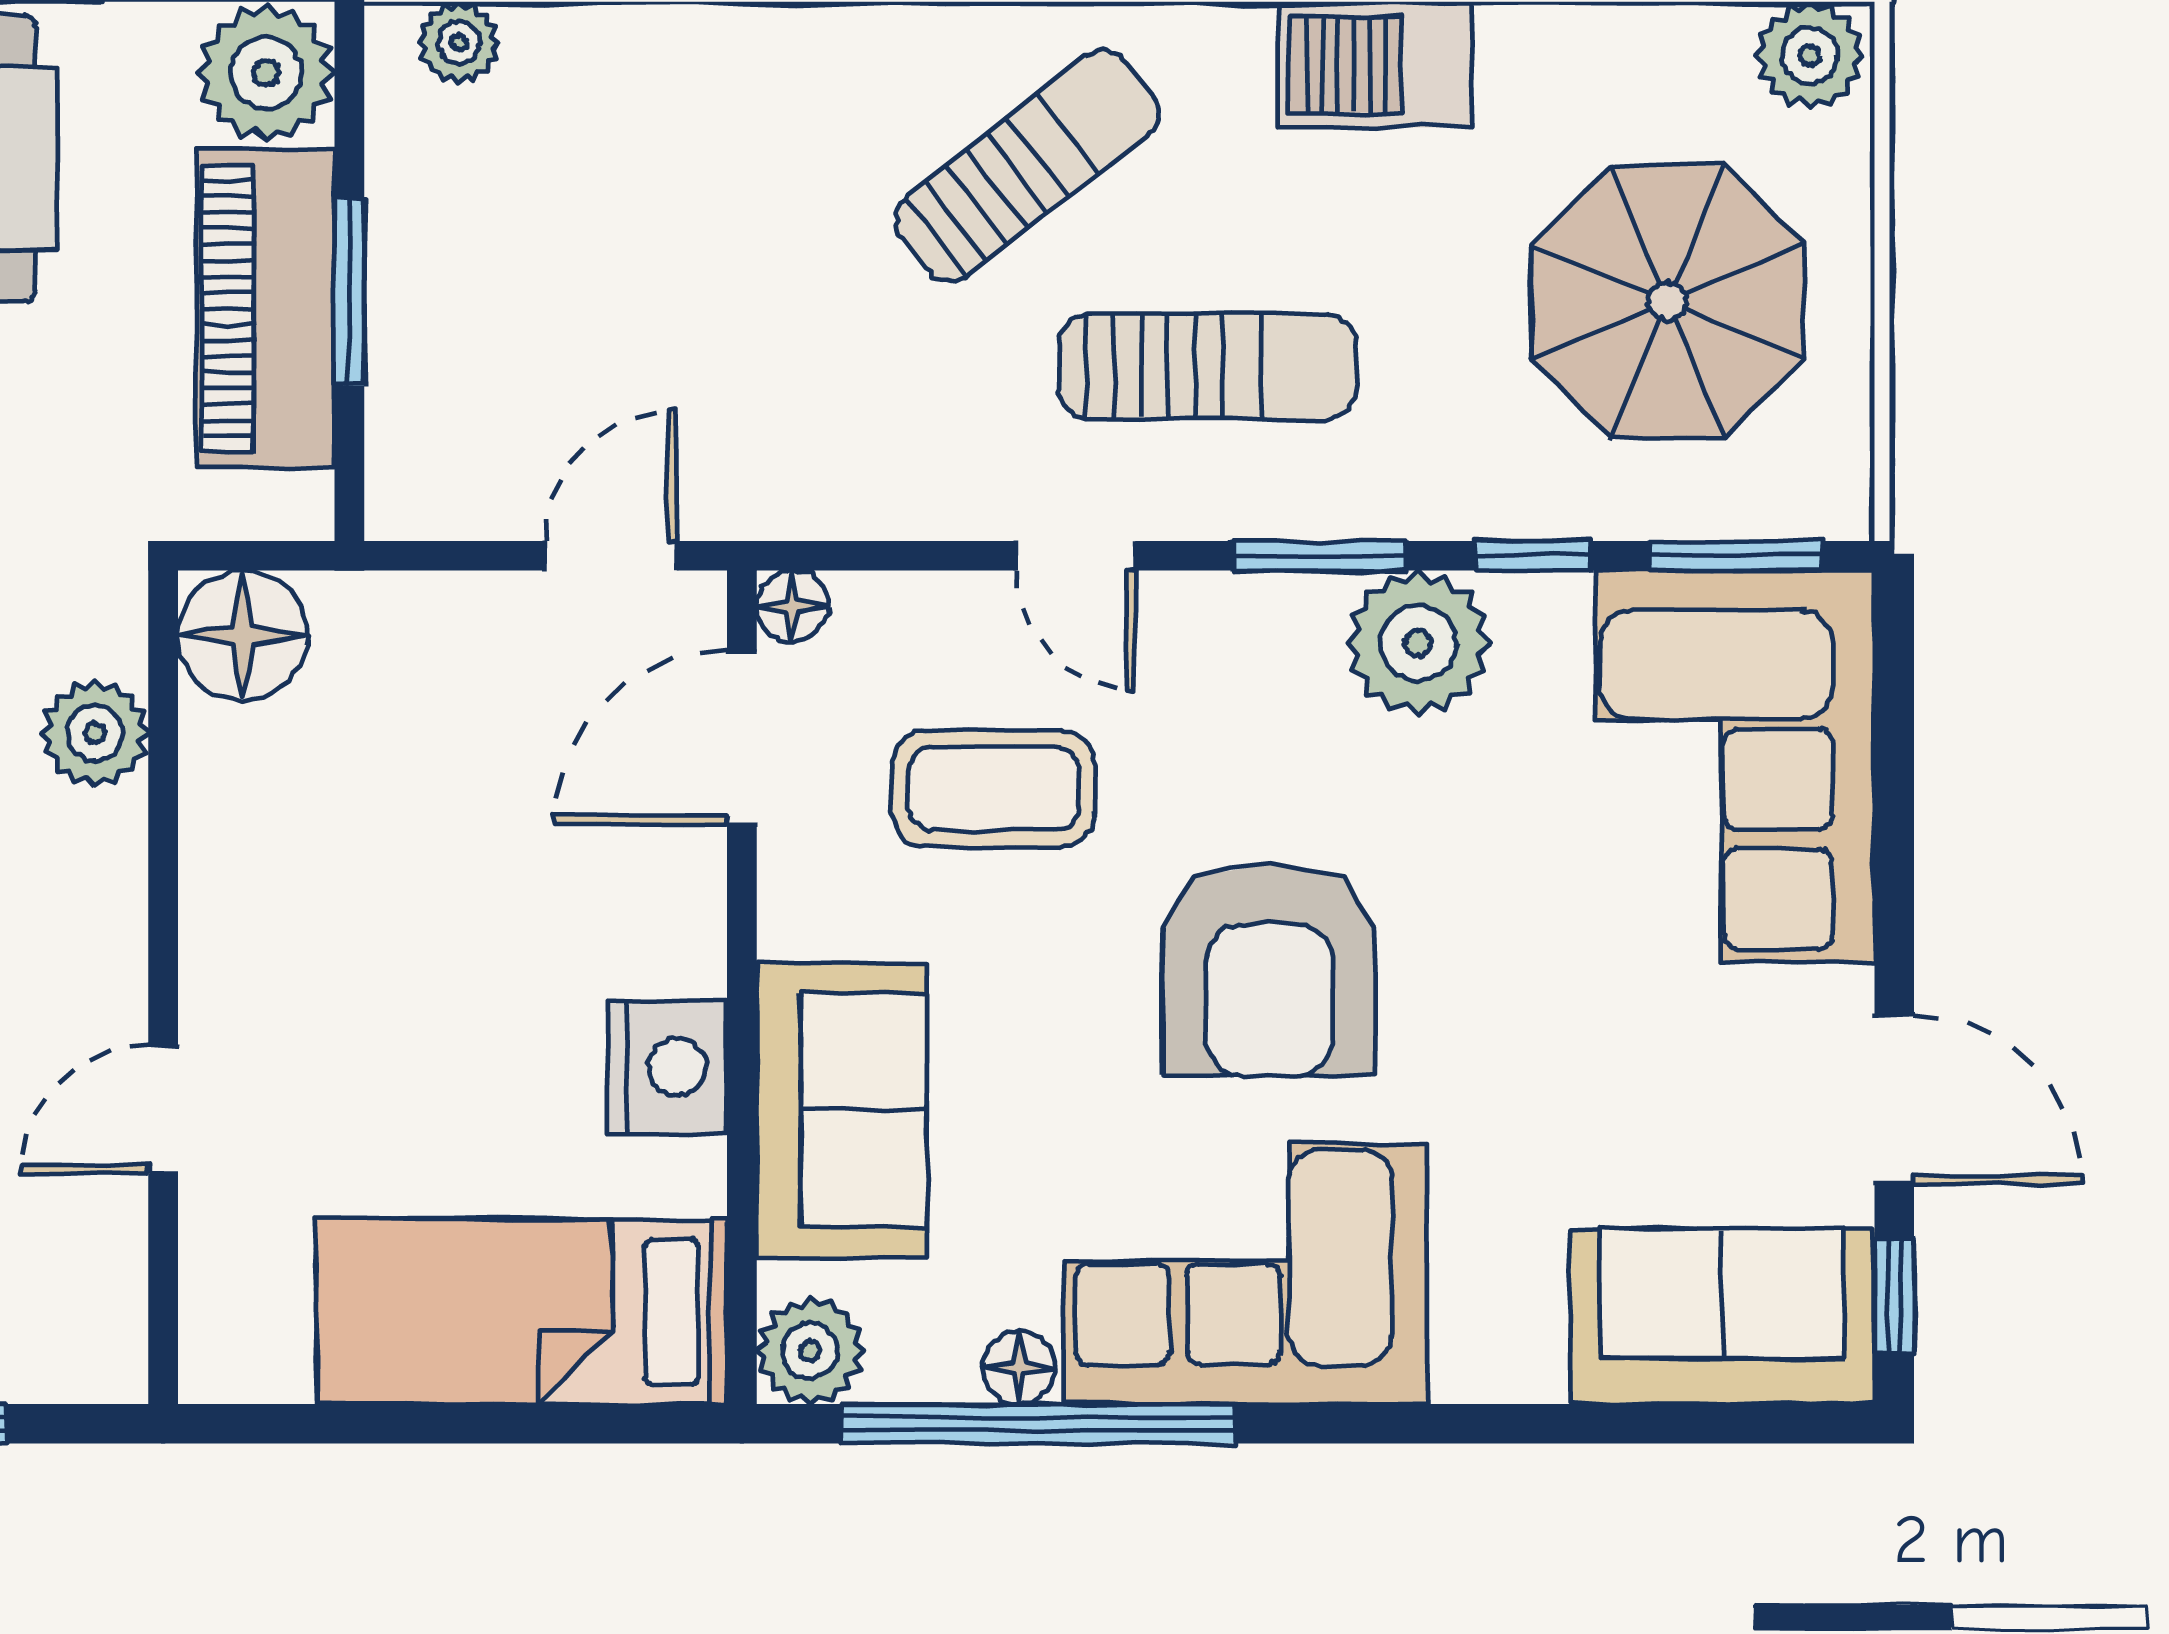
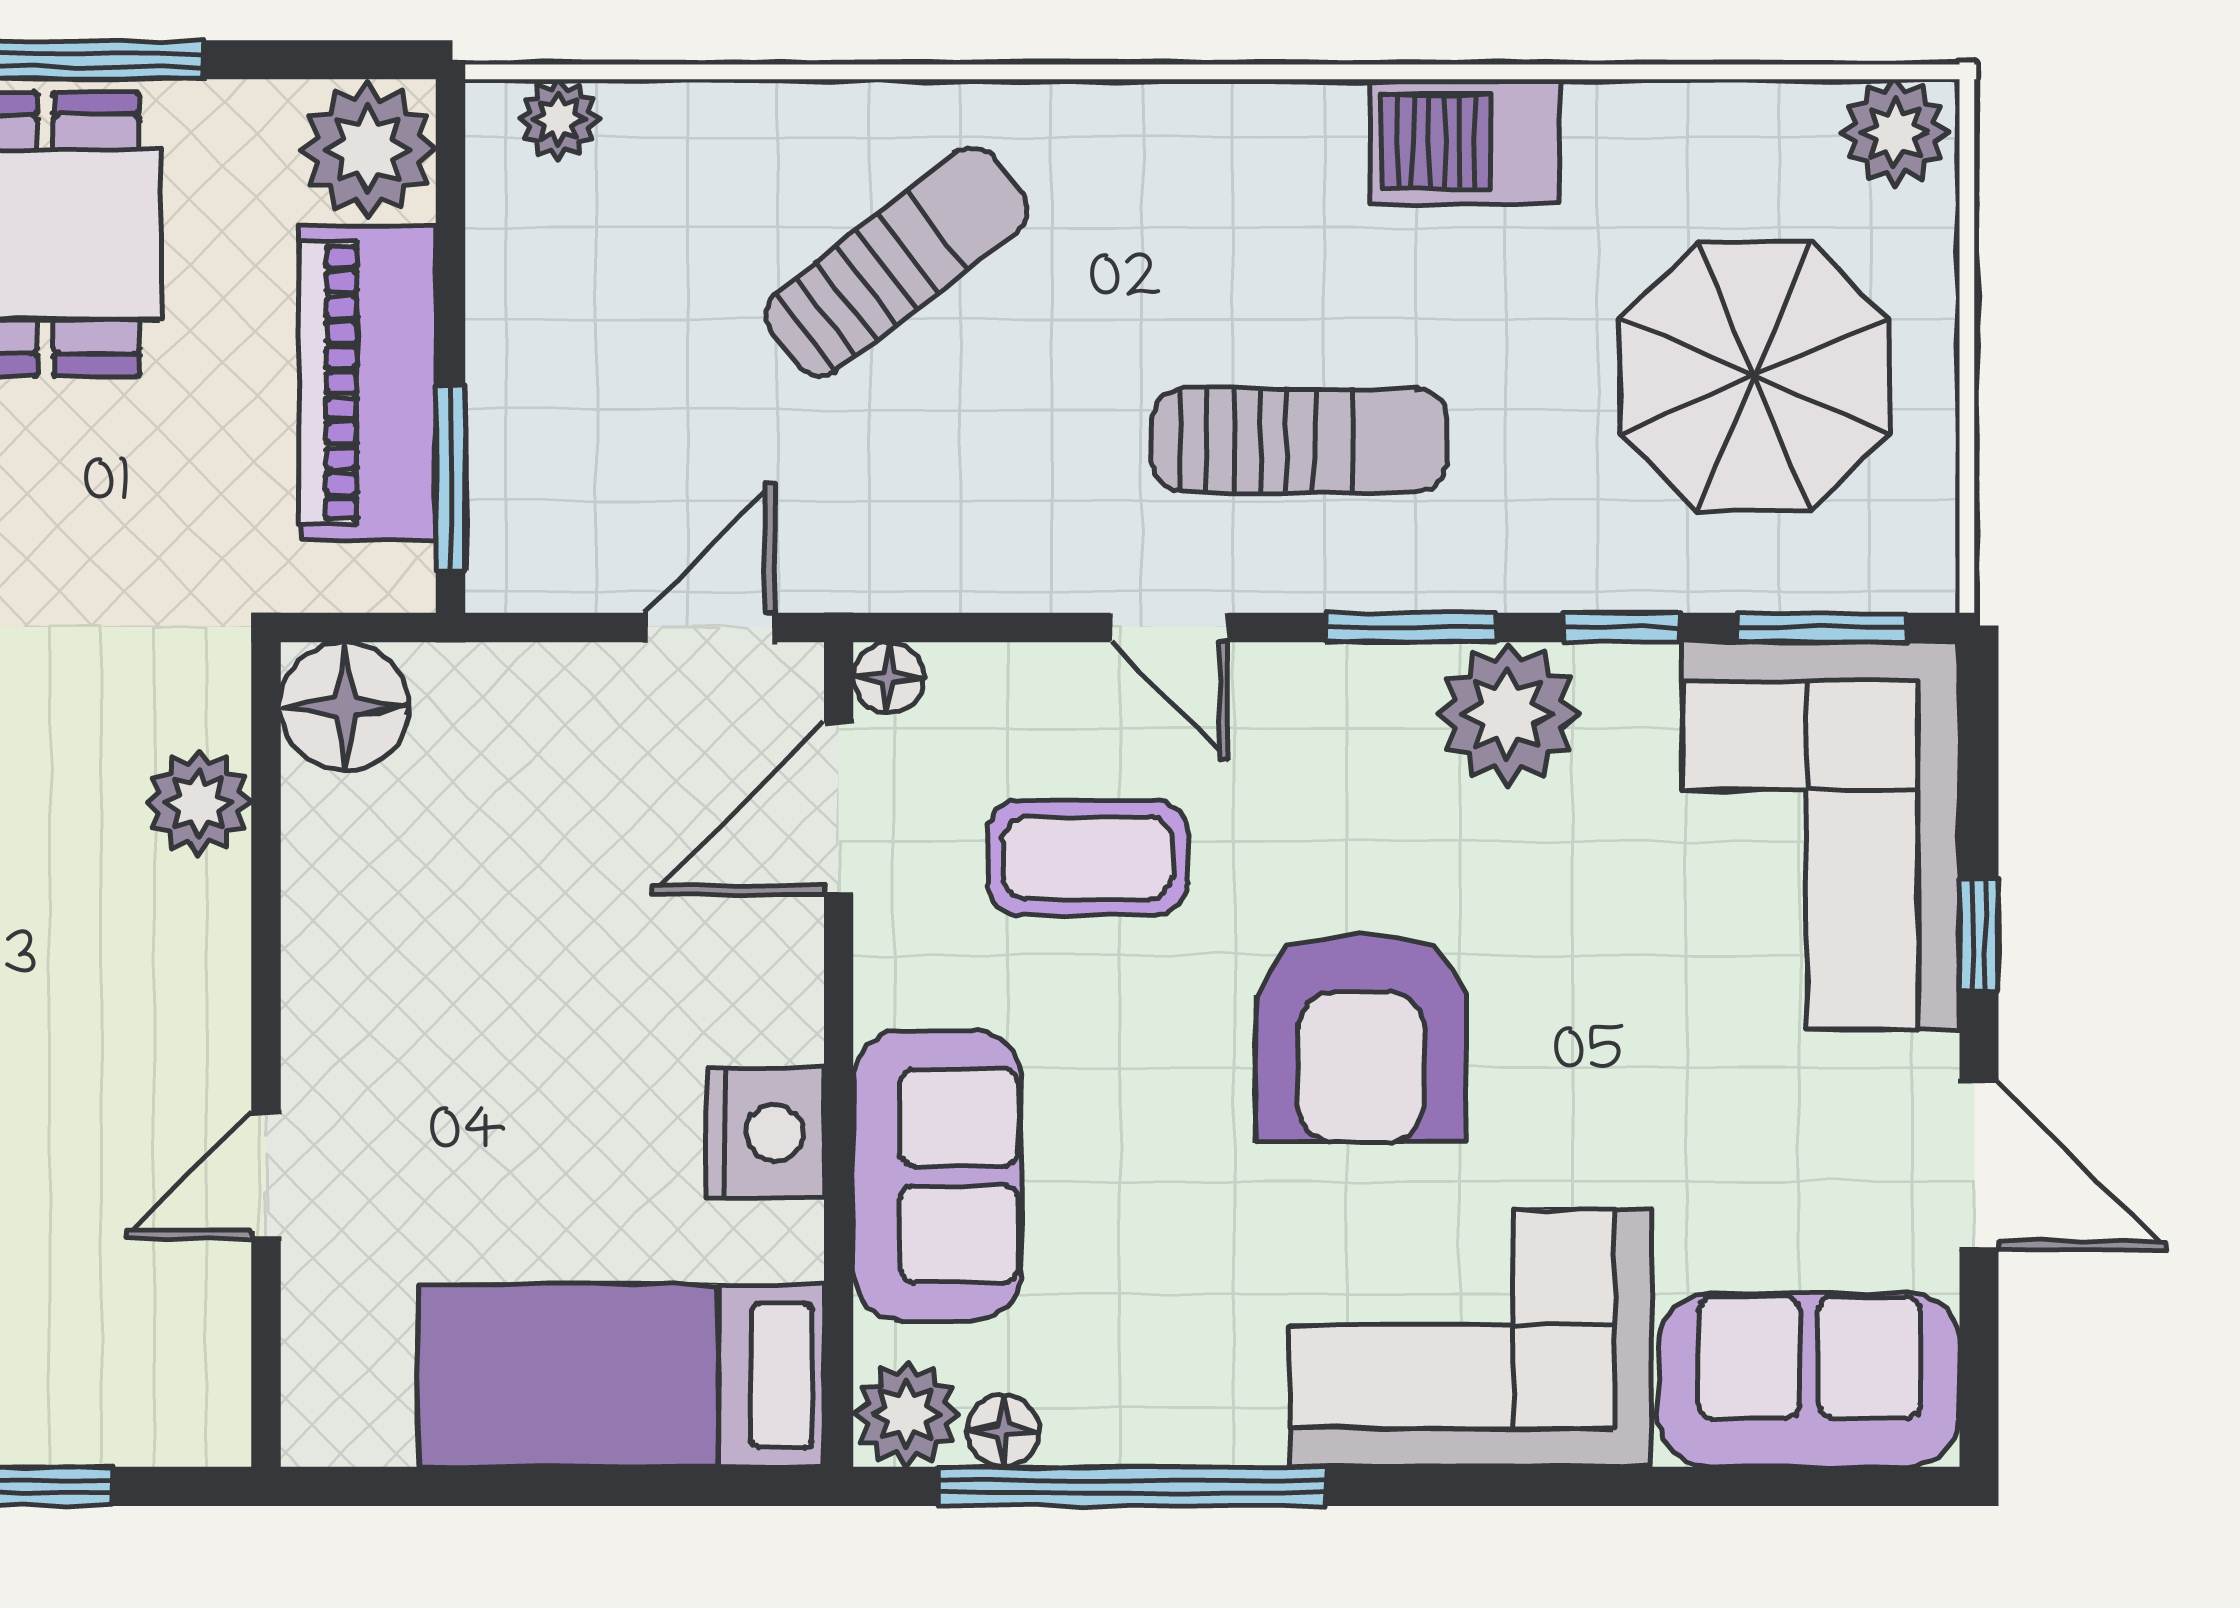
sun lounger: (1027, 166) -> (897, 262), moved
window: (349, 292) -> (450, 478), moved
corner sofa: (1246, 1274) -> (1470, 1338), moved
window: (1894, 1296) -> (1979, 935), moved
floor lamp: (1019, 1368) -> (1003, 1431), moved

